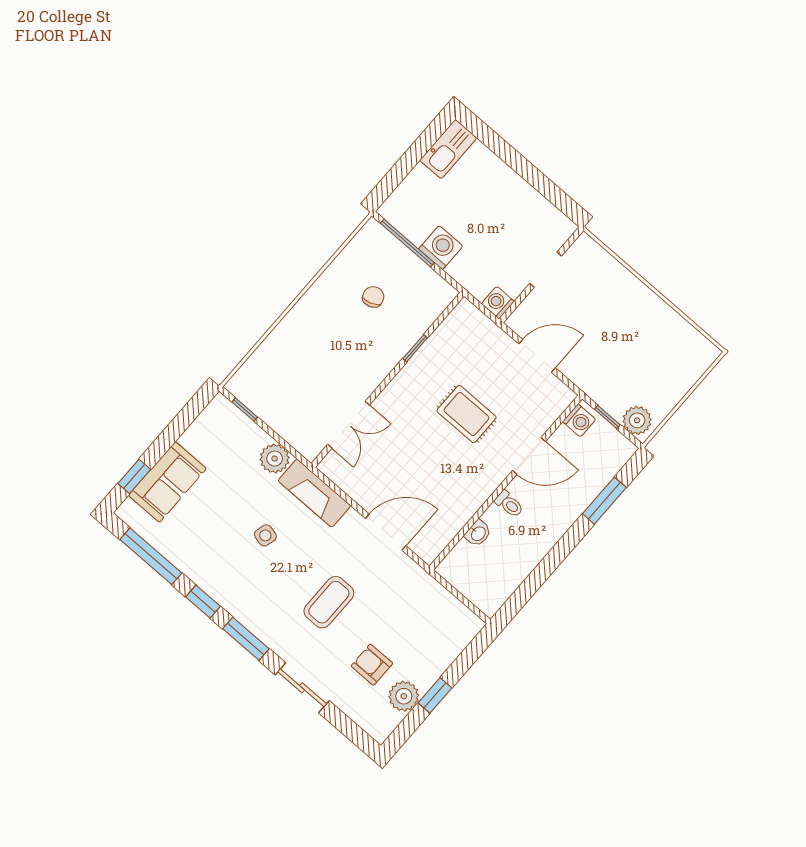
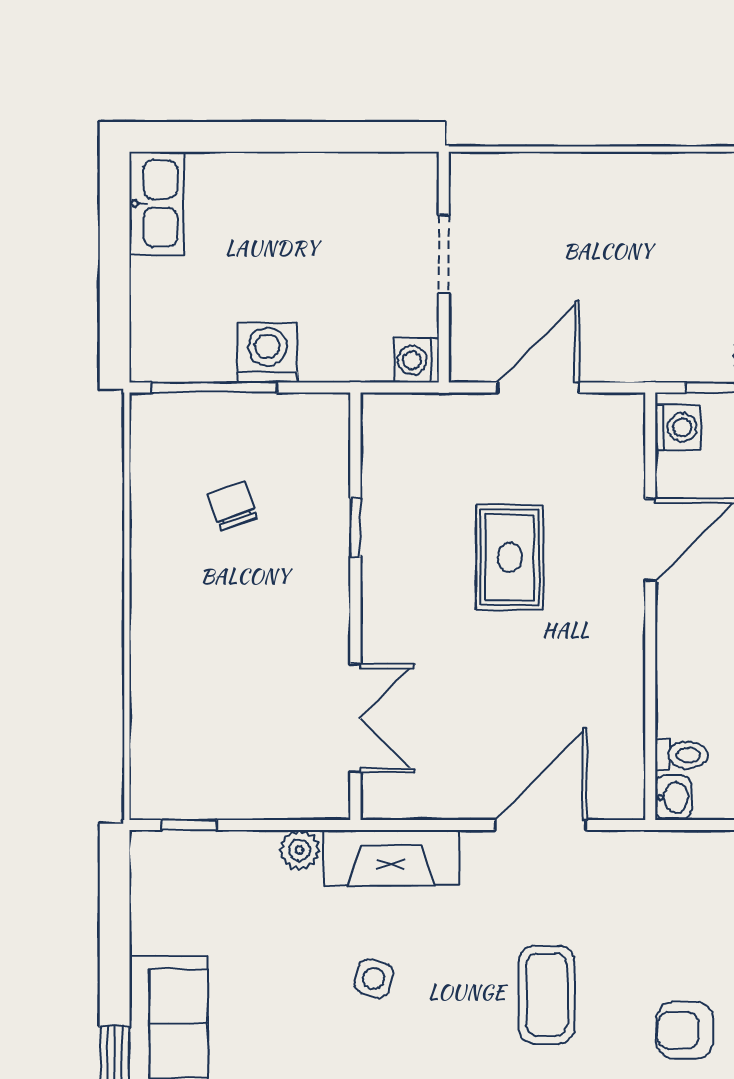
rug: (467, 414) -> (510, 557), turned 90
plant: (275, 459) -> (299, 850), width x0.73, depth x0.73
toilet: (509, 504) -> (681, 755), moved
washbasin: (478, 533) -> (673, 798), moved

